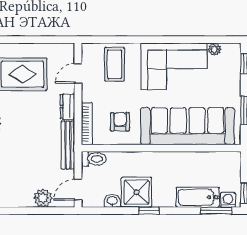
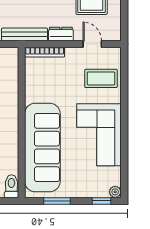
plant: (215, 49) -> (115, 192), moved
armchair: (120, 122) -> (47, 84), removed
toilet: (94, 159) -> (11, 186), moved, turned 180

